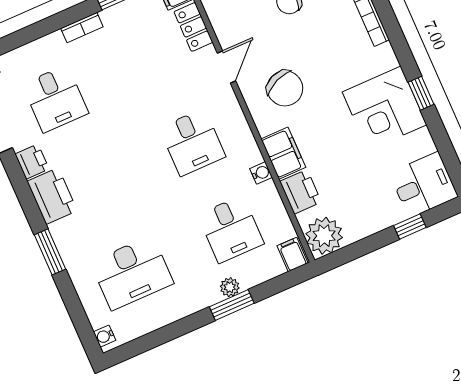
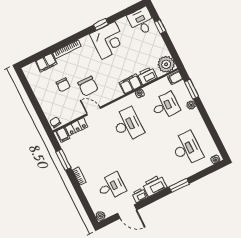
chair: (285, 88) -> (88, 86), moved, turned 113
desk: (192, 142) -> (128, 125), width x1.37
window: (232, 305) -> (192, 89), moved

